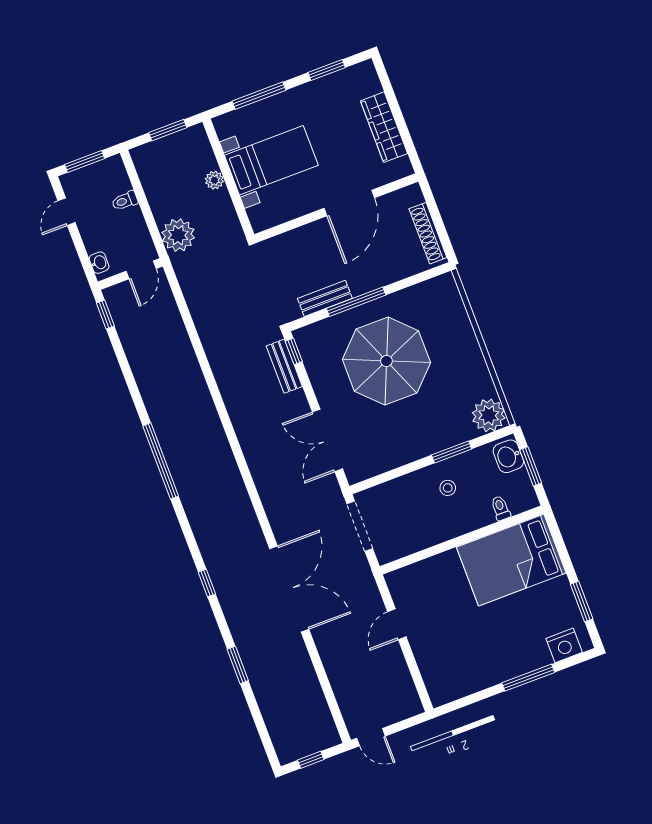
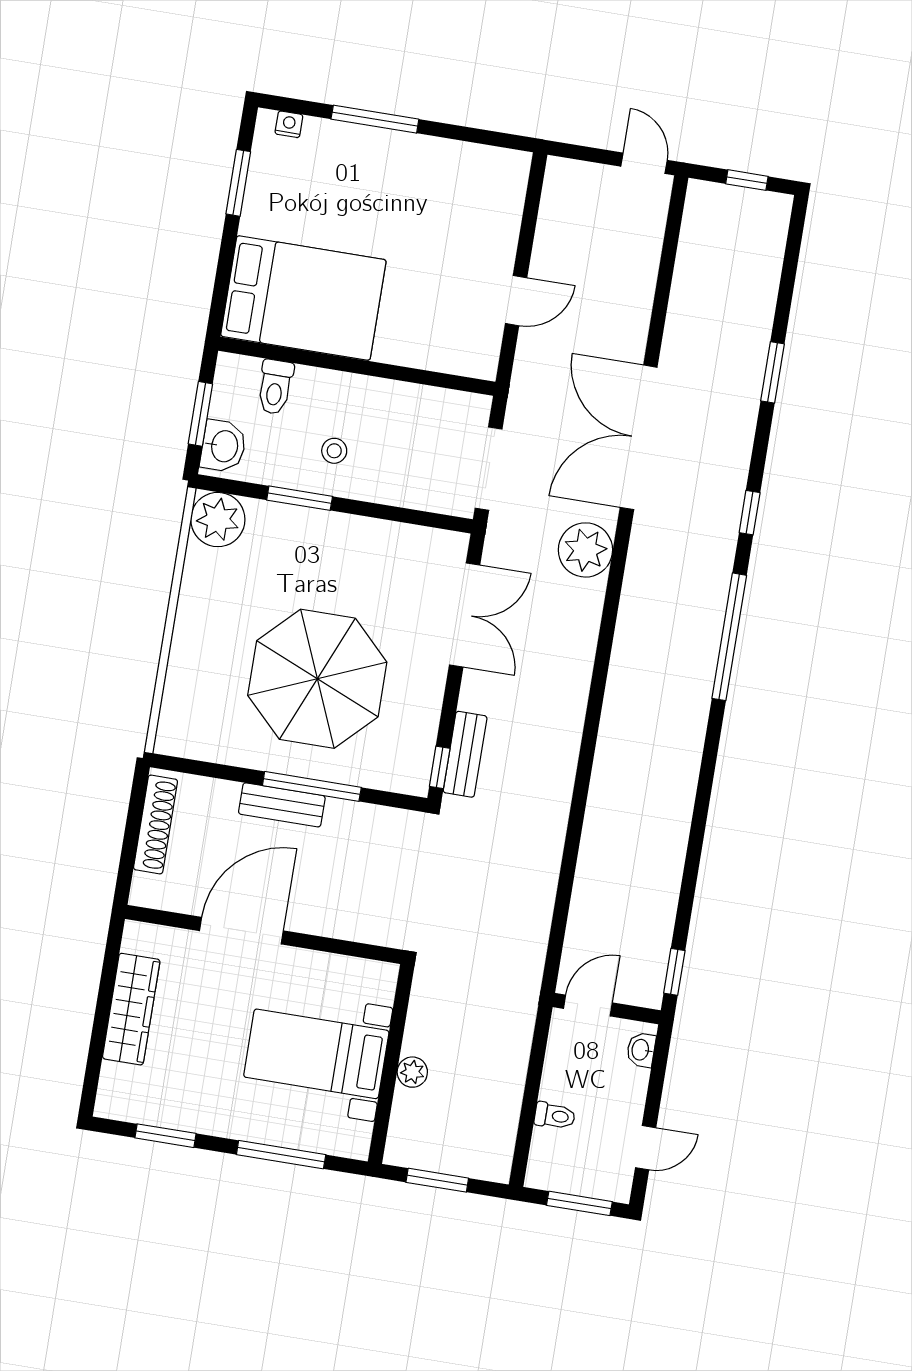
plant: (178, 235) -> (585, 550), moved
bench: (325, 298) -> (282, 805), moved
window: (161, 461) -> (729, 637), moved
toilet: (501, 508) -> (275, 387), width x1.37, depth x1.39
nightstand: (564, 645) -> (289, 124), width x0.53, depth x0.56

